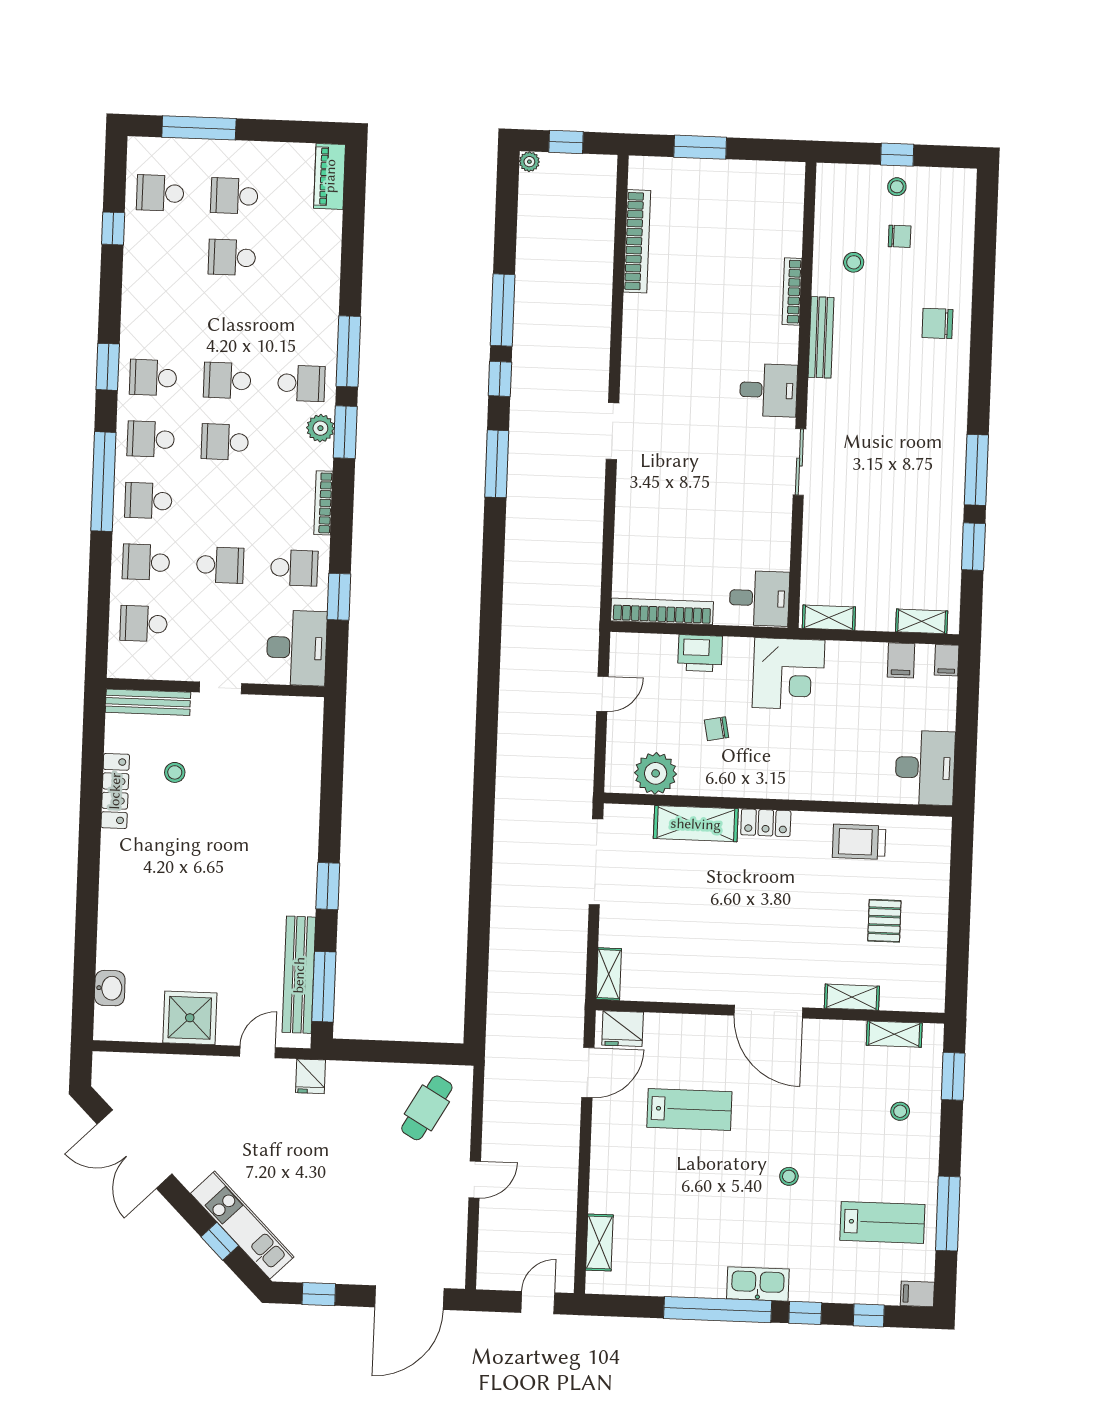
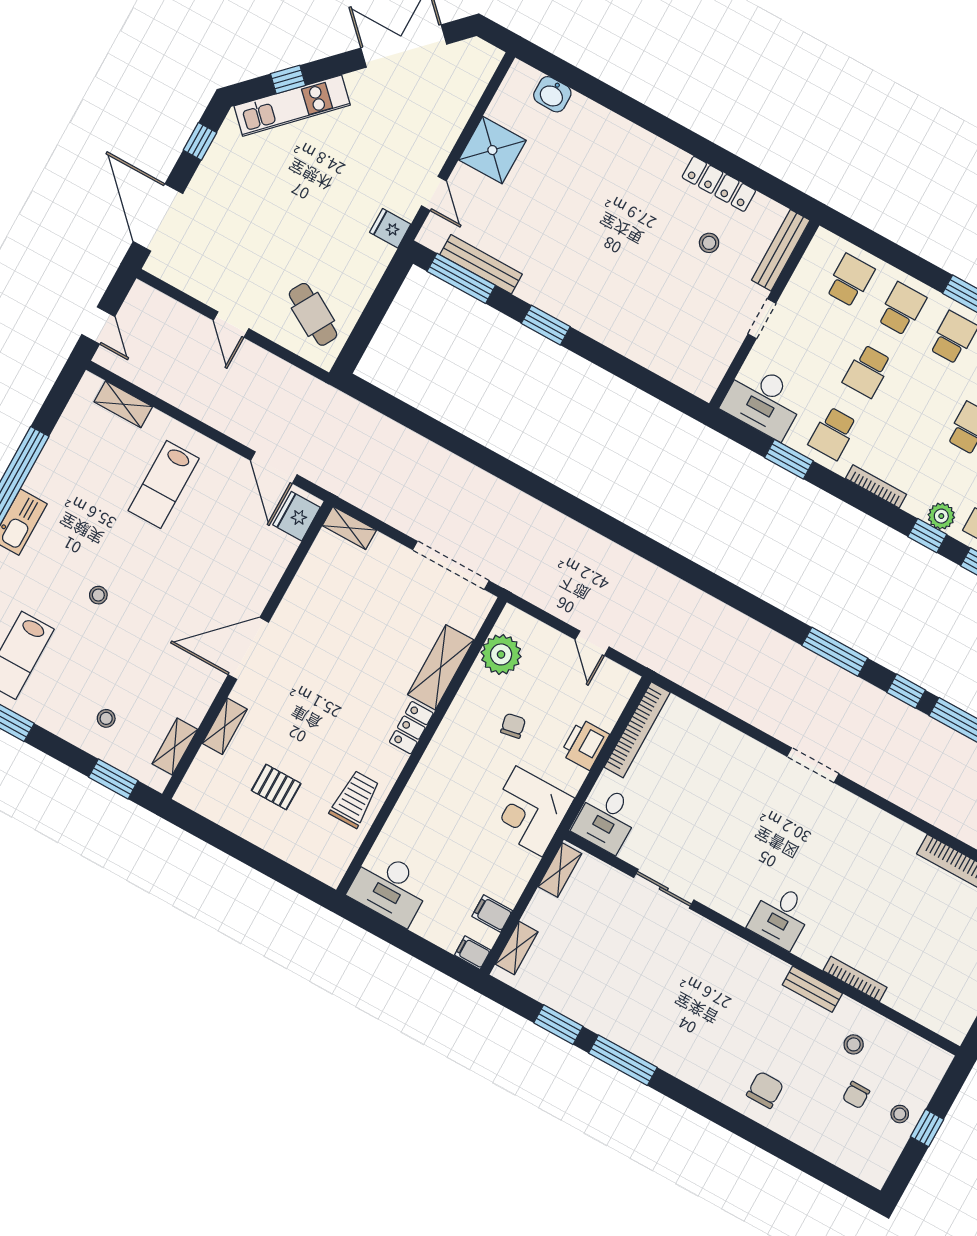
bench: (821, 337) -> (812, 989), width x0.73
window: (345, 432) -> (927, 536), width x0.67
sliding door: (799, 462) -> (664, 889), moved
bench: (299, 975) -> (481, 264), width x0.73, depth x0.82
lab bench: (689, 1109) -> (164, 485), moved

